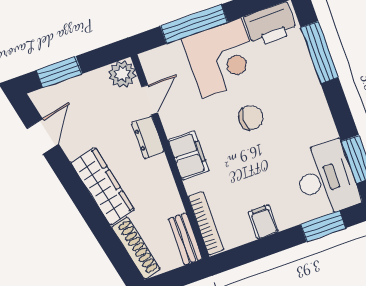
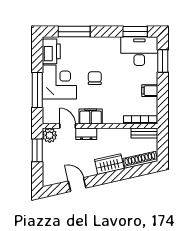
window: (59, 72) -> (37, 150), moved
door: (43, 136) -> (77, 184), moved
filing cabinet: (188, 155) -> (91, 116), moved
wardrobe: (102, 186) -> (109, 164), width x0.67

